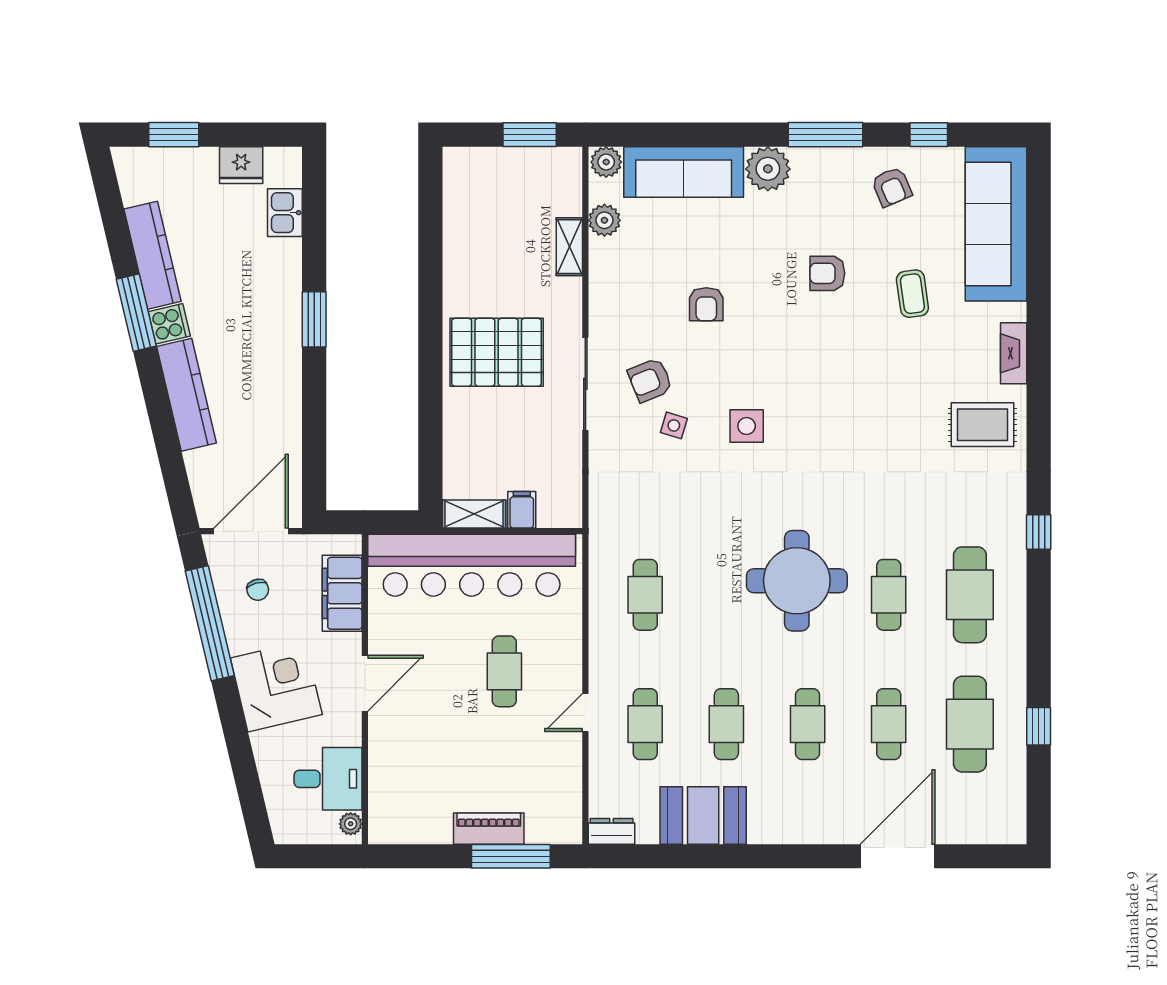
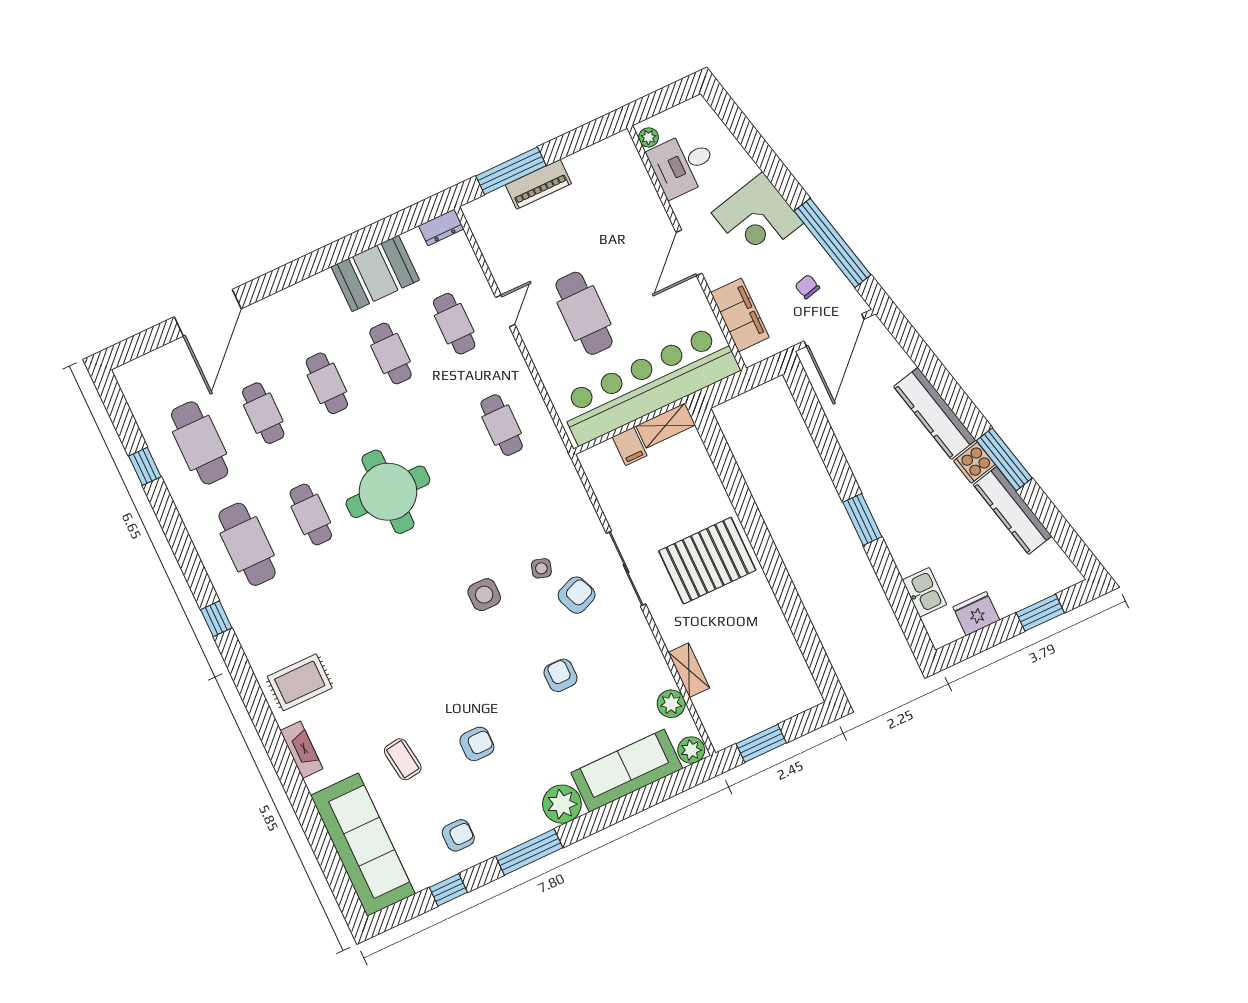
armchair: (892, 187) -> (458, 835), turned 113
cafe table: (504, 671) -> (584, 313), width x1.37, depth x1.35

